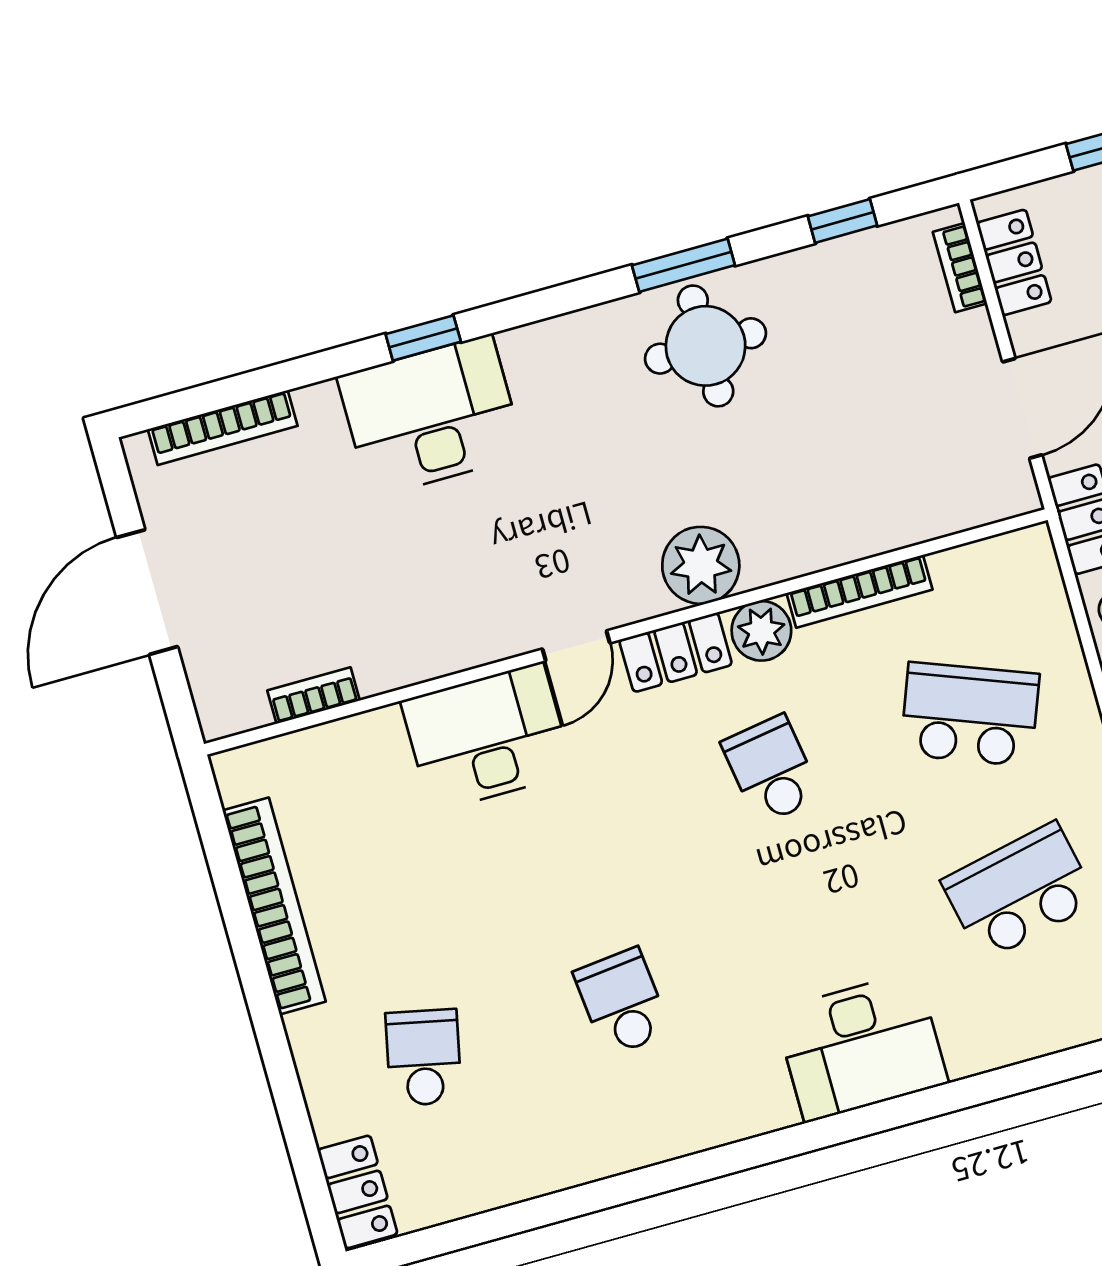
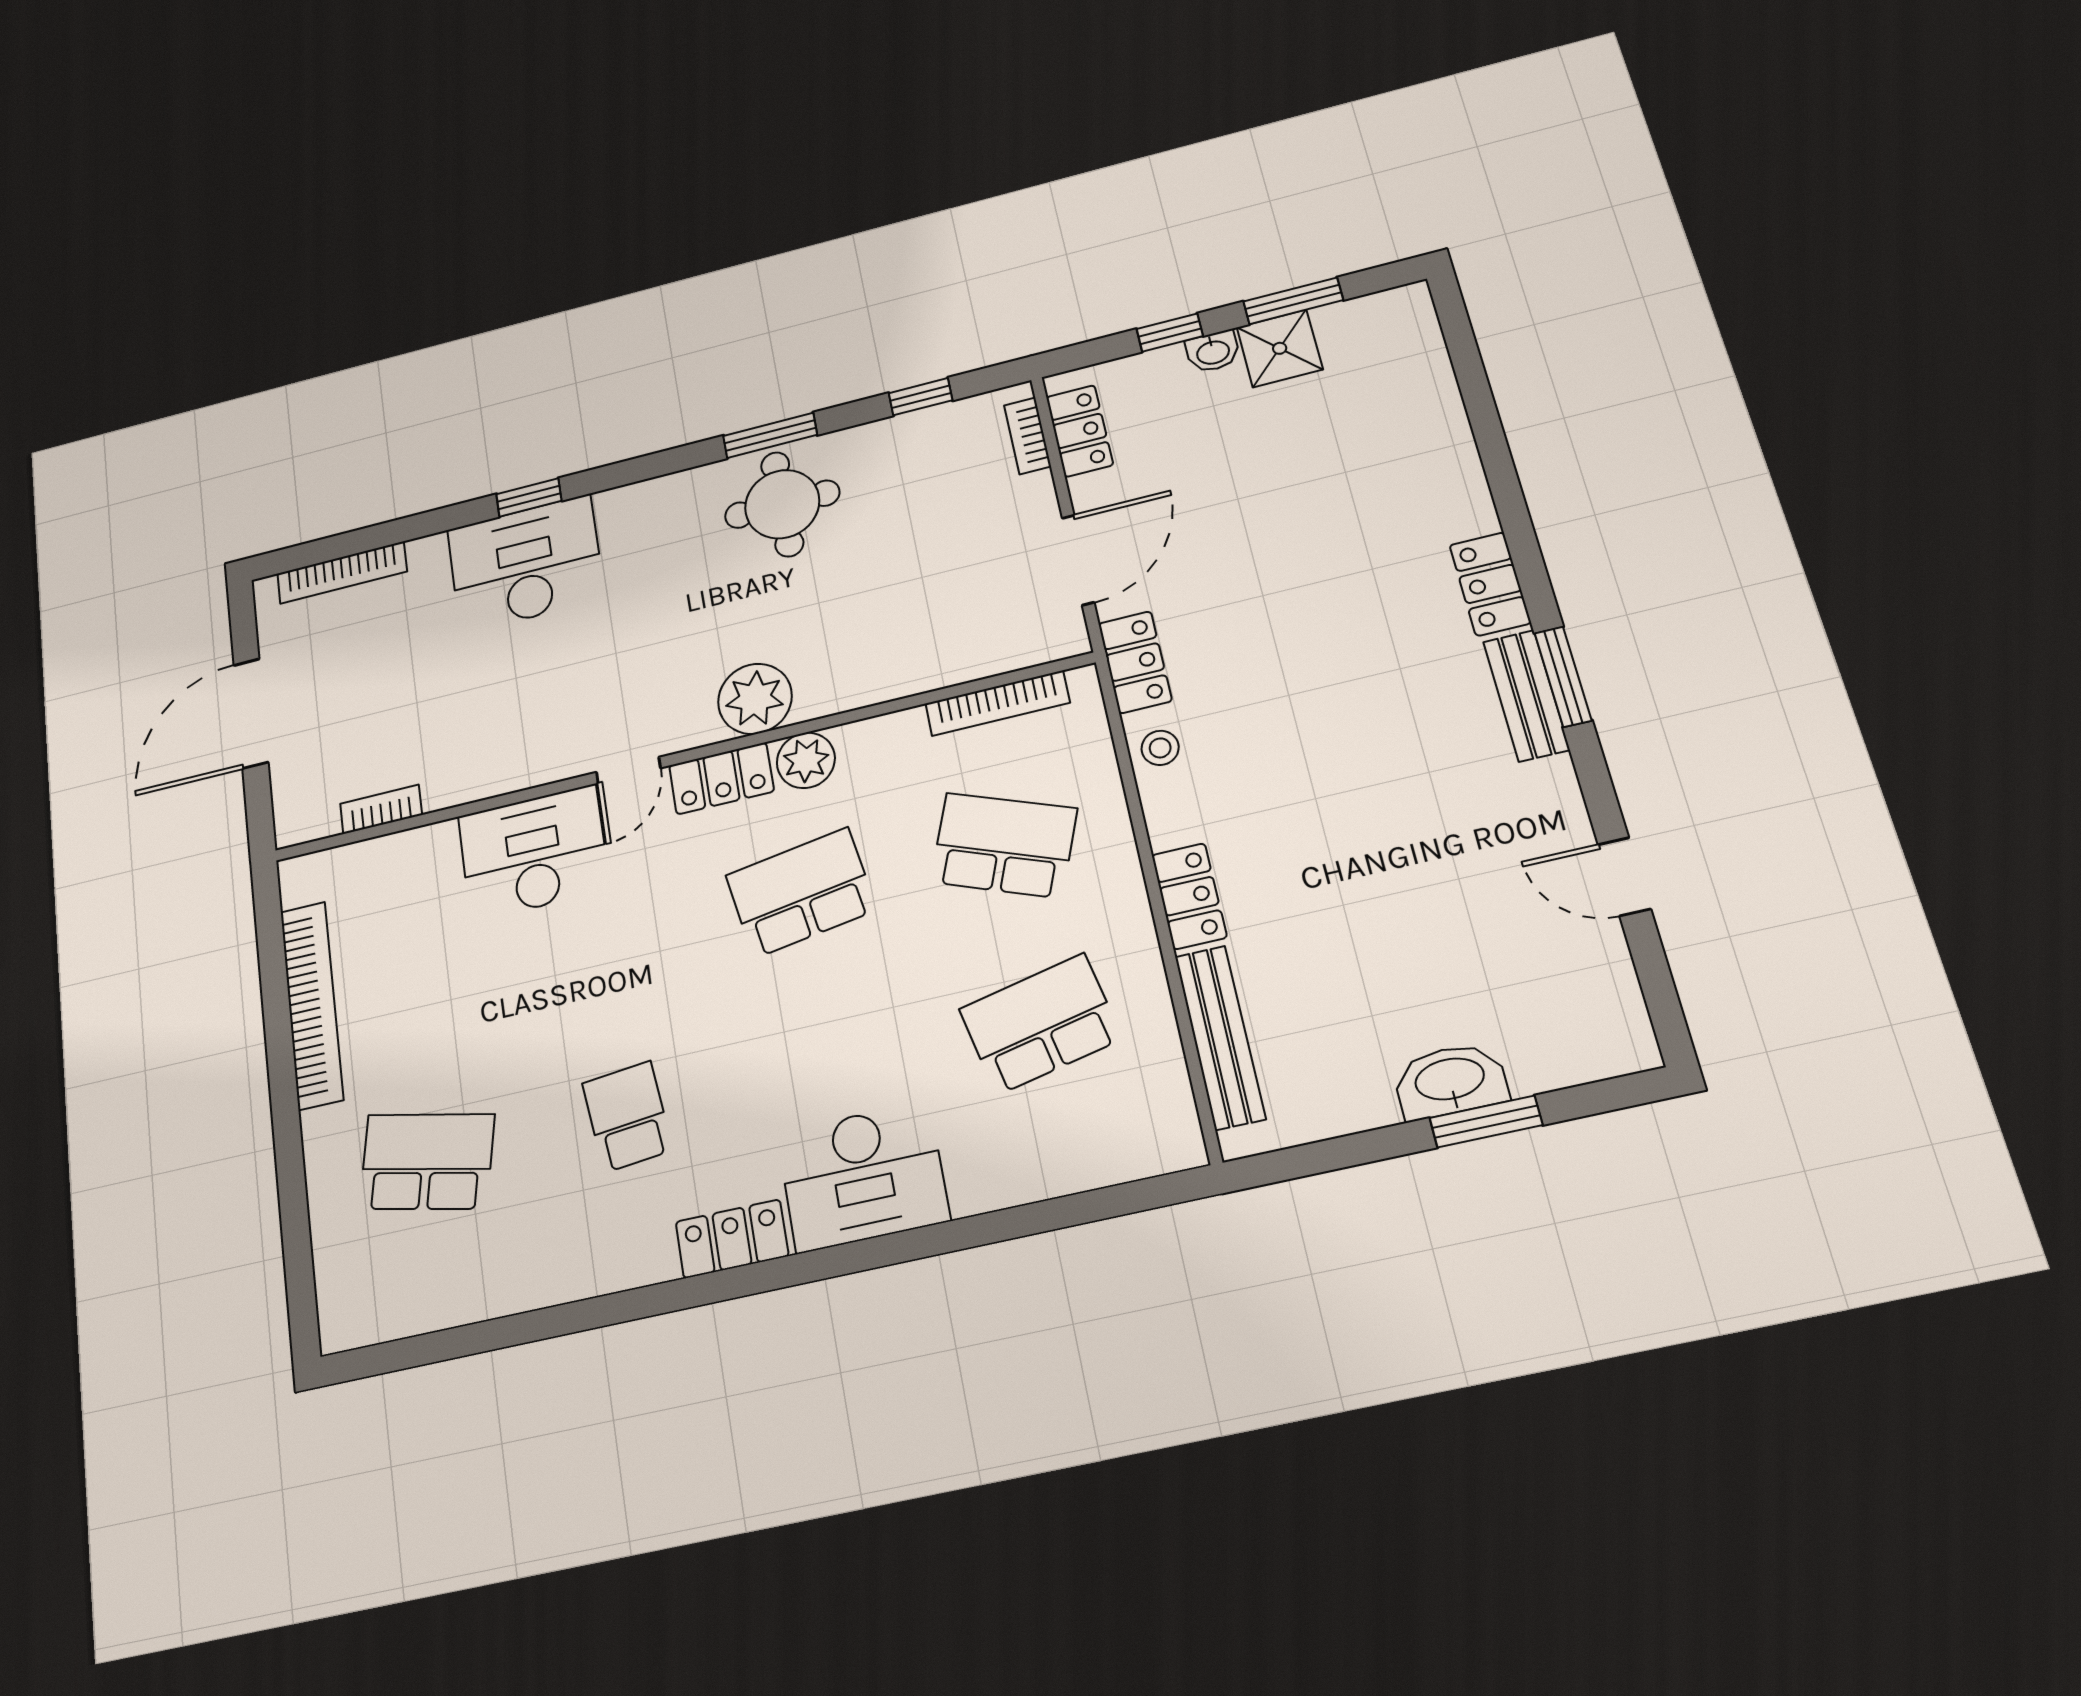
bookcase: (859, 591) -> (998, 703), moved
school desk: (771, 770) -> (801, 893), width x1.85
school desk: (424, 1058) -> (427, 1162), width x1.85
locker: (358, 1192) -> (732, 1239), moved, turned -90

